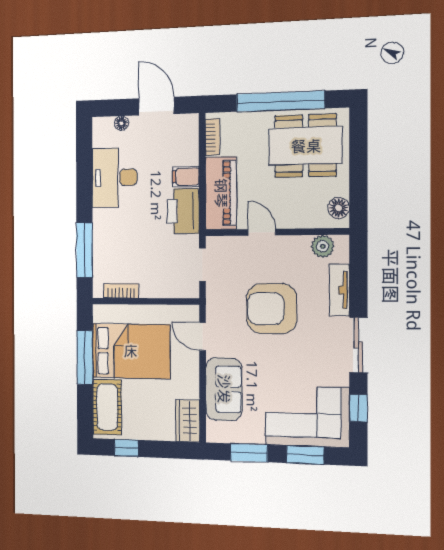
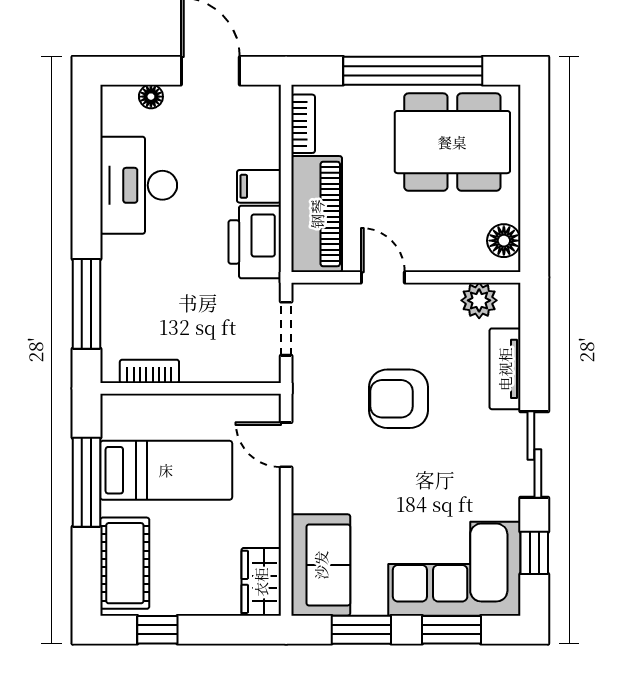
armchair: (272, 309) -> (399, 399), width x0.73, depth x0.73
bed: (131, 351) -> (166, 470), width x0.67
sofa: (224, 389) -> (321, 565), moved

